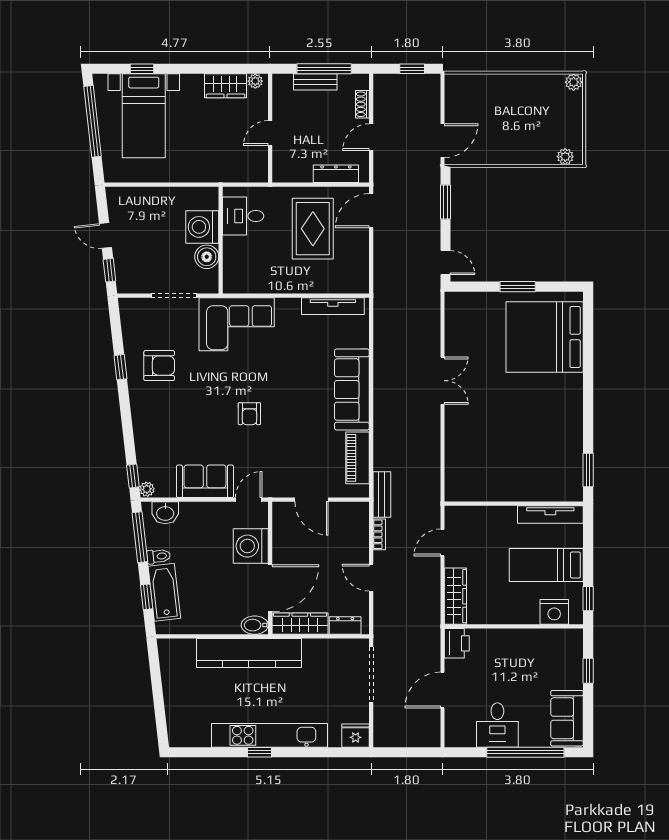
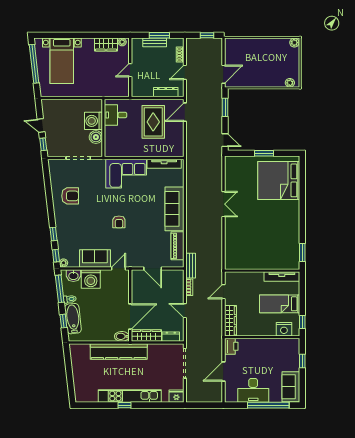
window: (142, 69) -> (61, 35), removed
window: (324, 69) -> (159, 35), width x0.69
corner sofa: (237, 324) -> (126, 174), moved
window: (121, 367) -> (53, 234), moved
washing machine: (251, 546) -> (91, 279), moved, turned -90
desk: (497, 725) -> (253, 390), width x1.37

